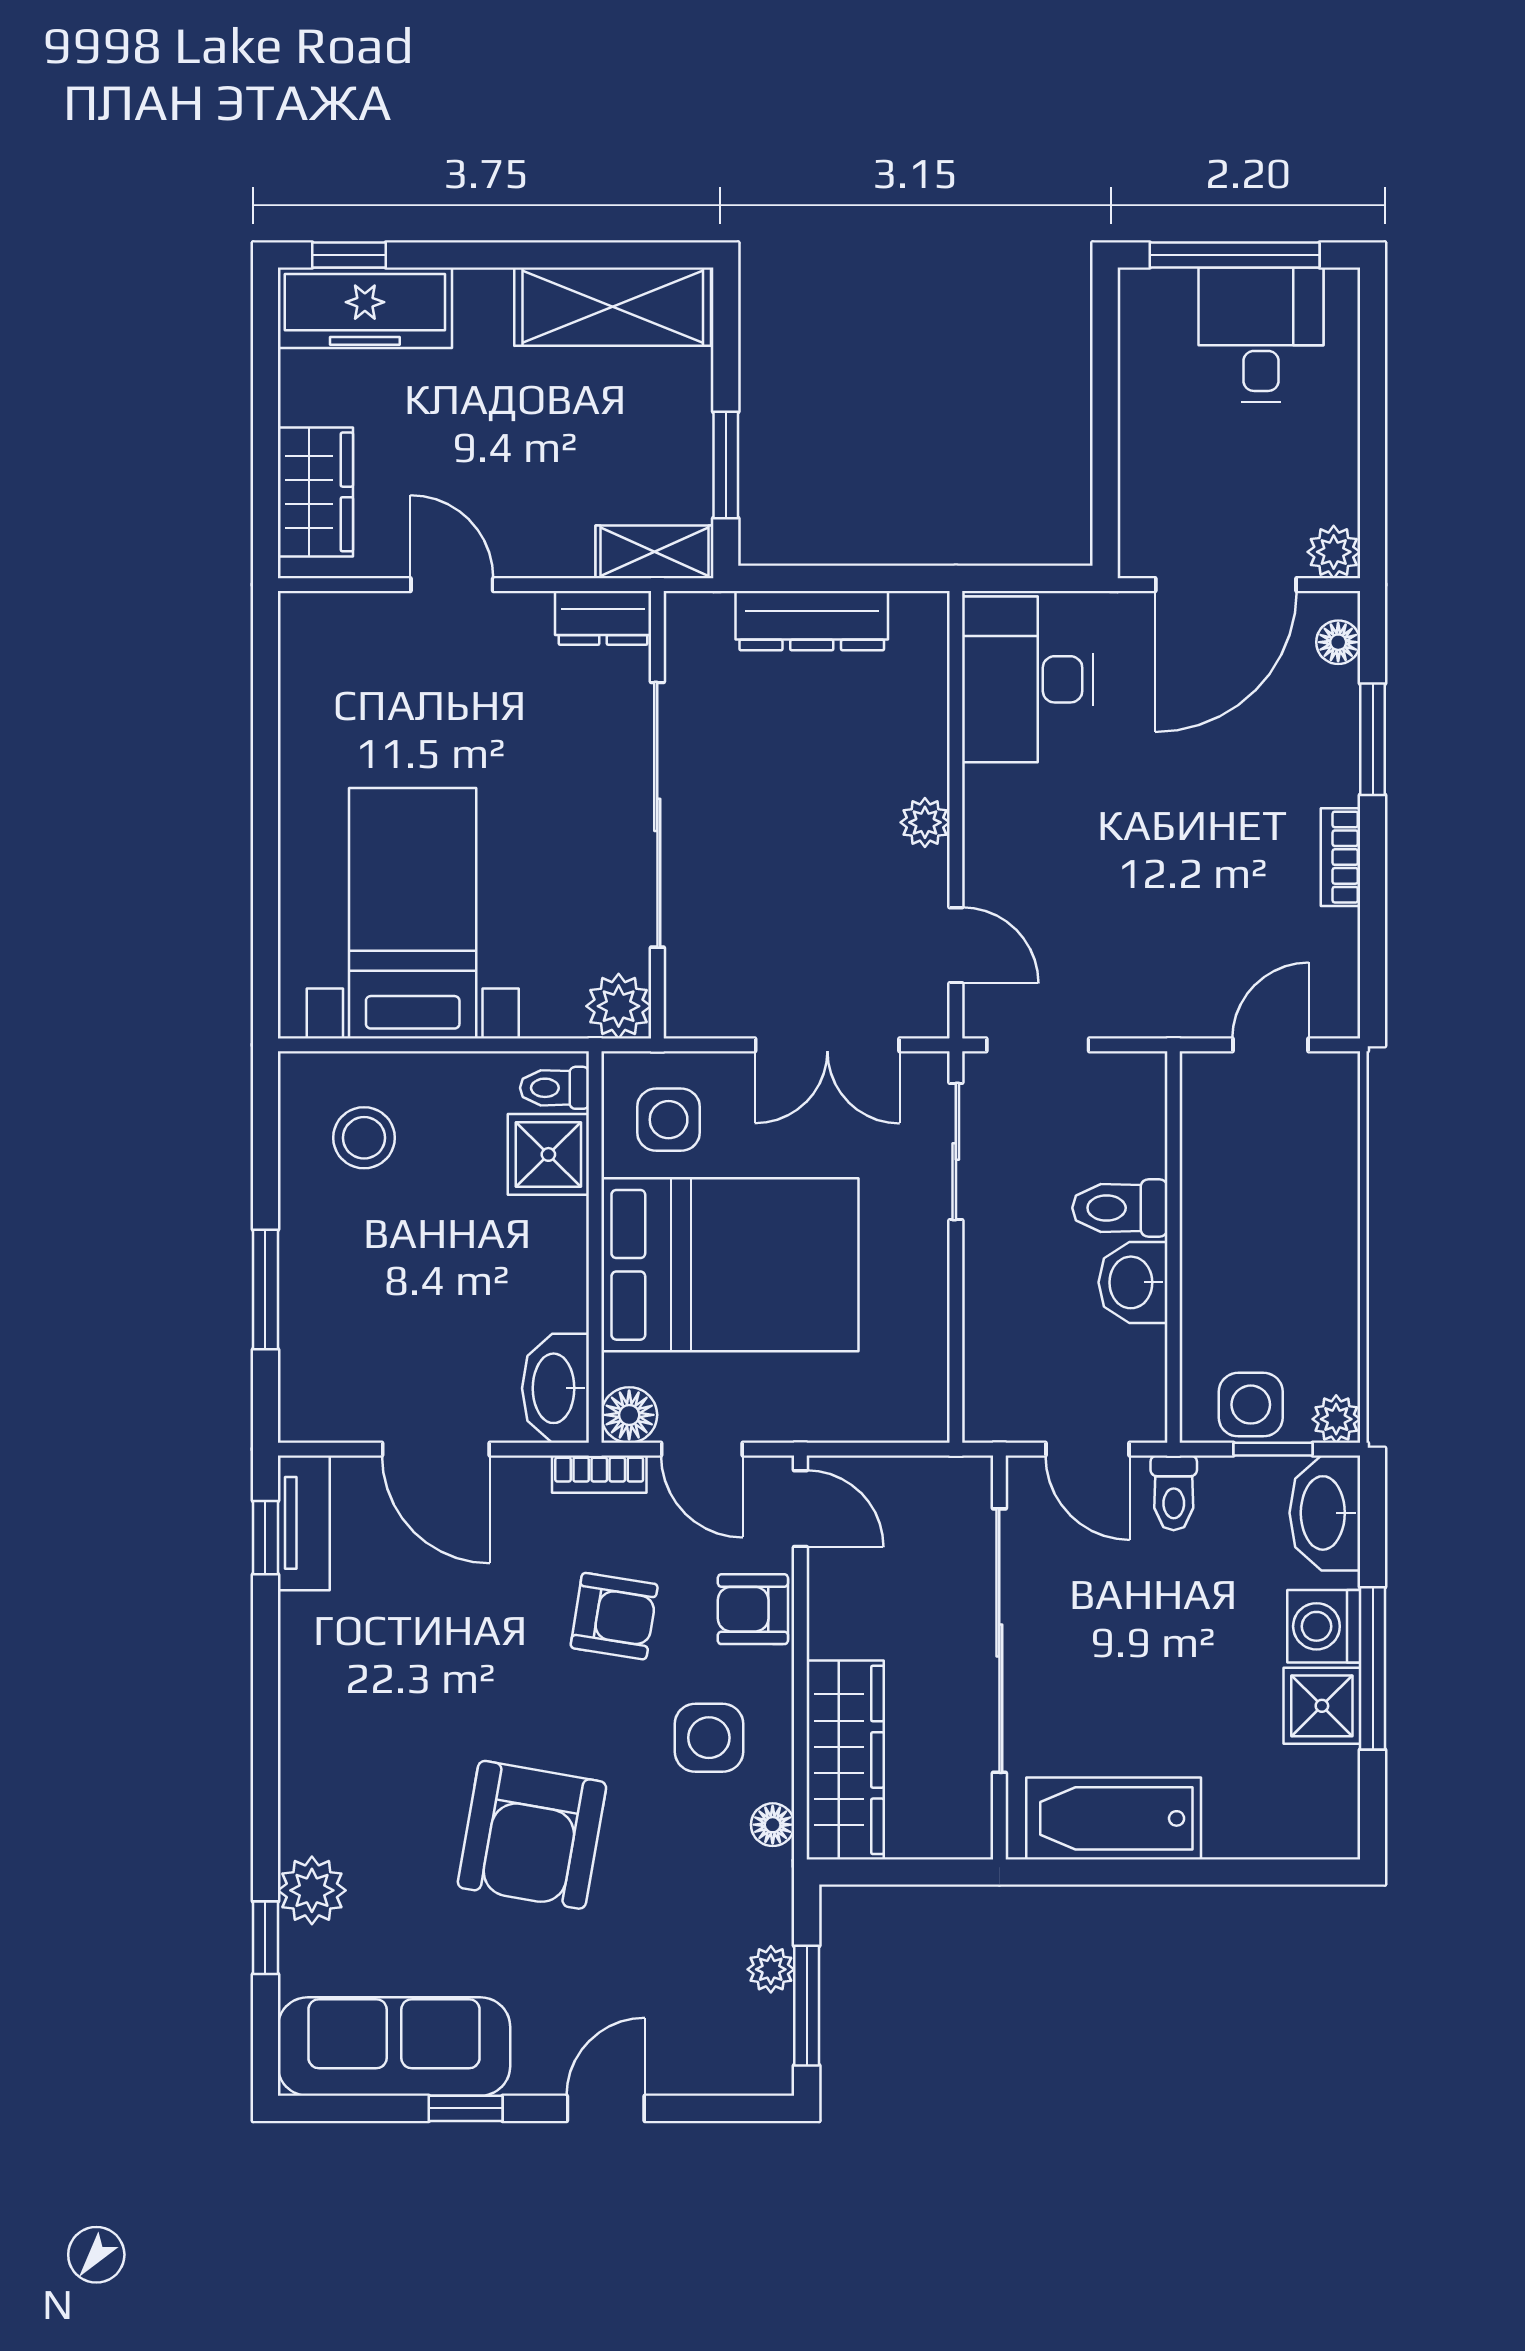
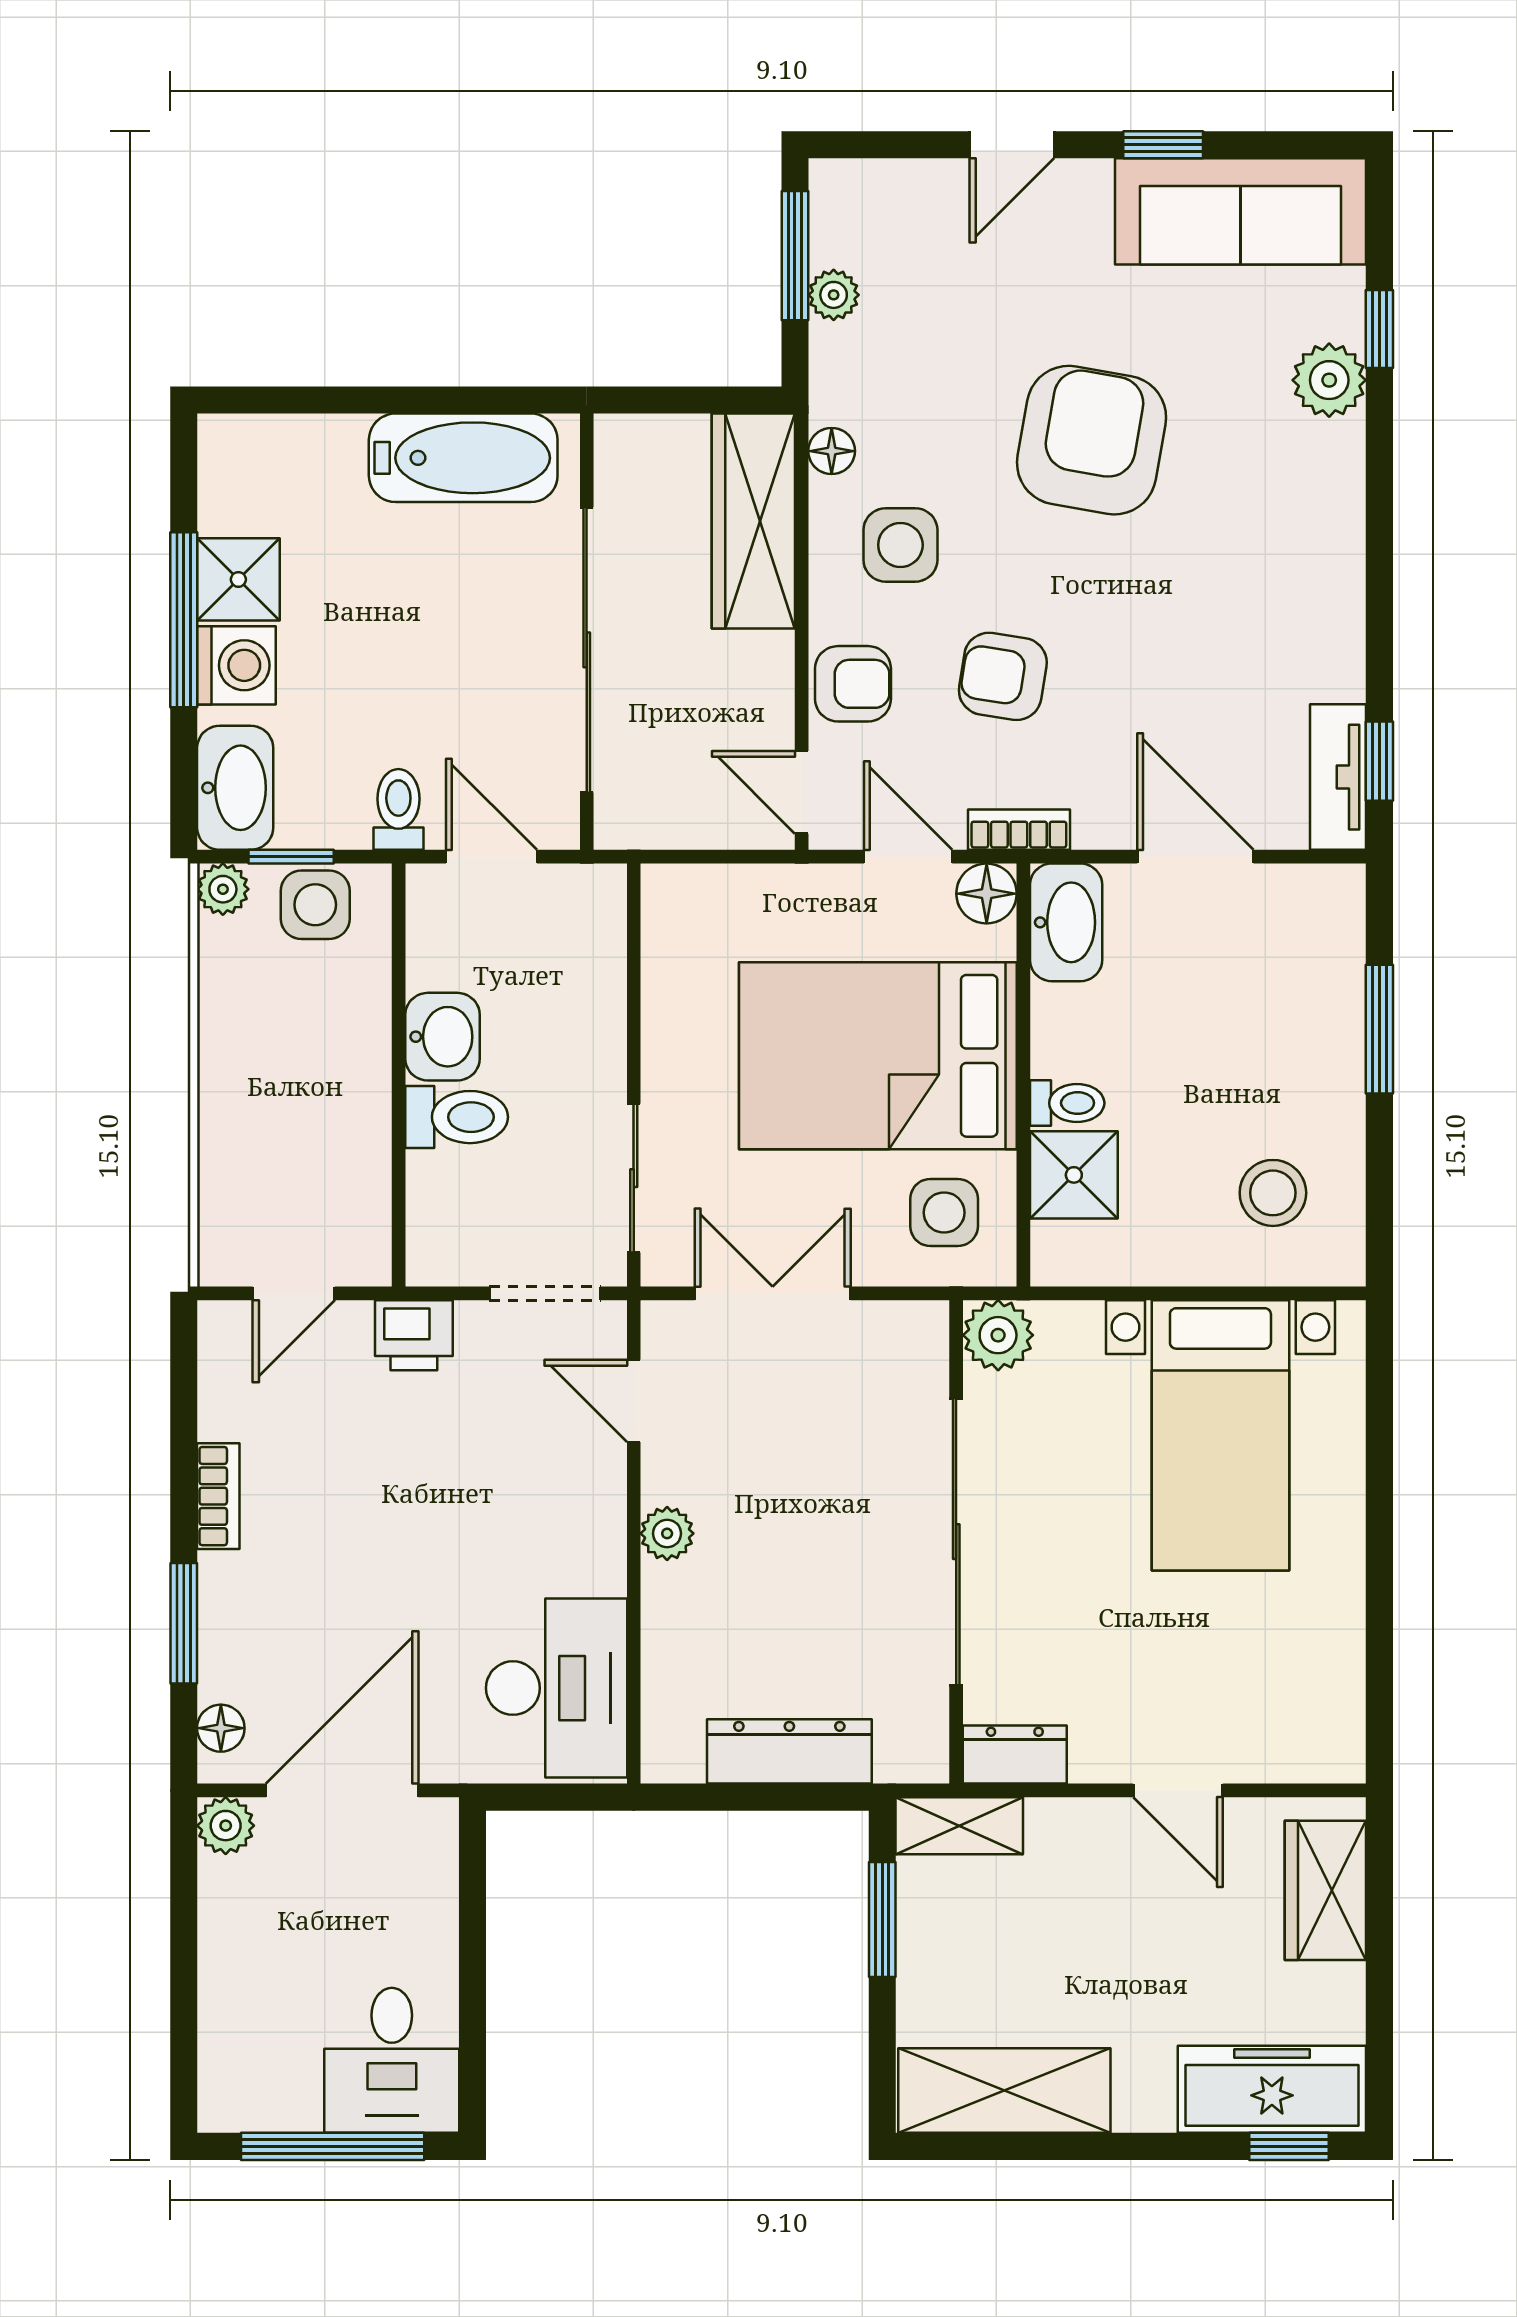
desk: (1261, 335) -> (392, 2060), moved
printer: (1159, 1006) -> (414, 1335), added
toilet: (555, 1088) -> (1067, 1103), moved

